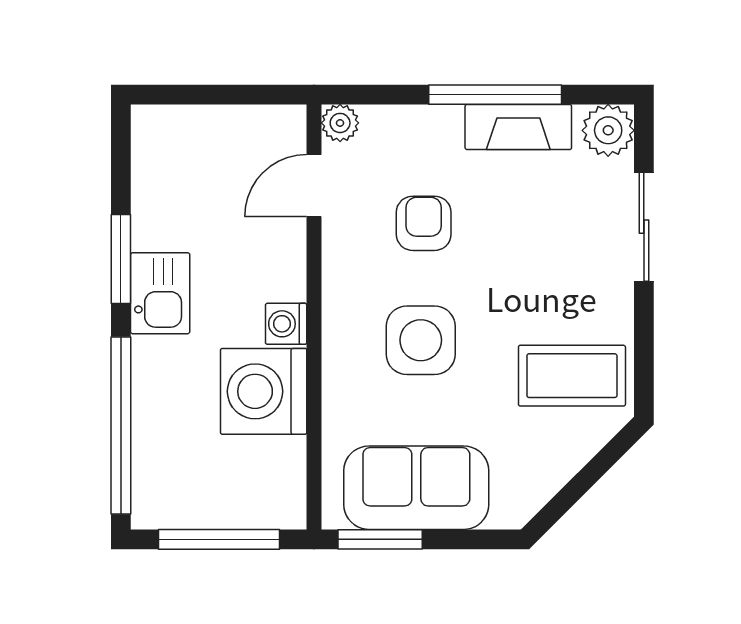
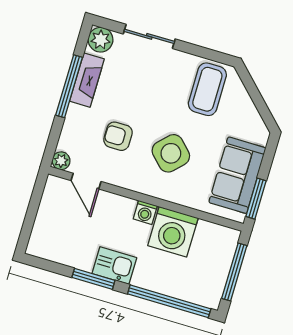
side table: (421, 340) -> (171, 153), turned 45

